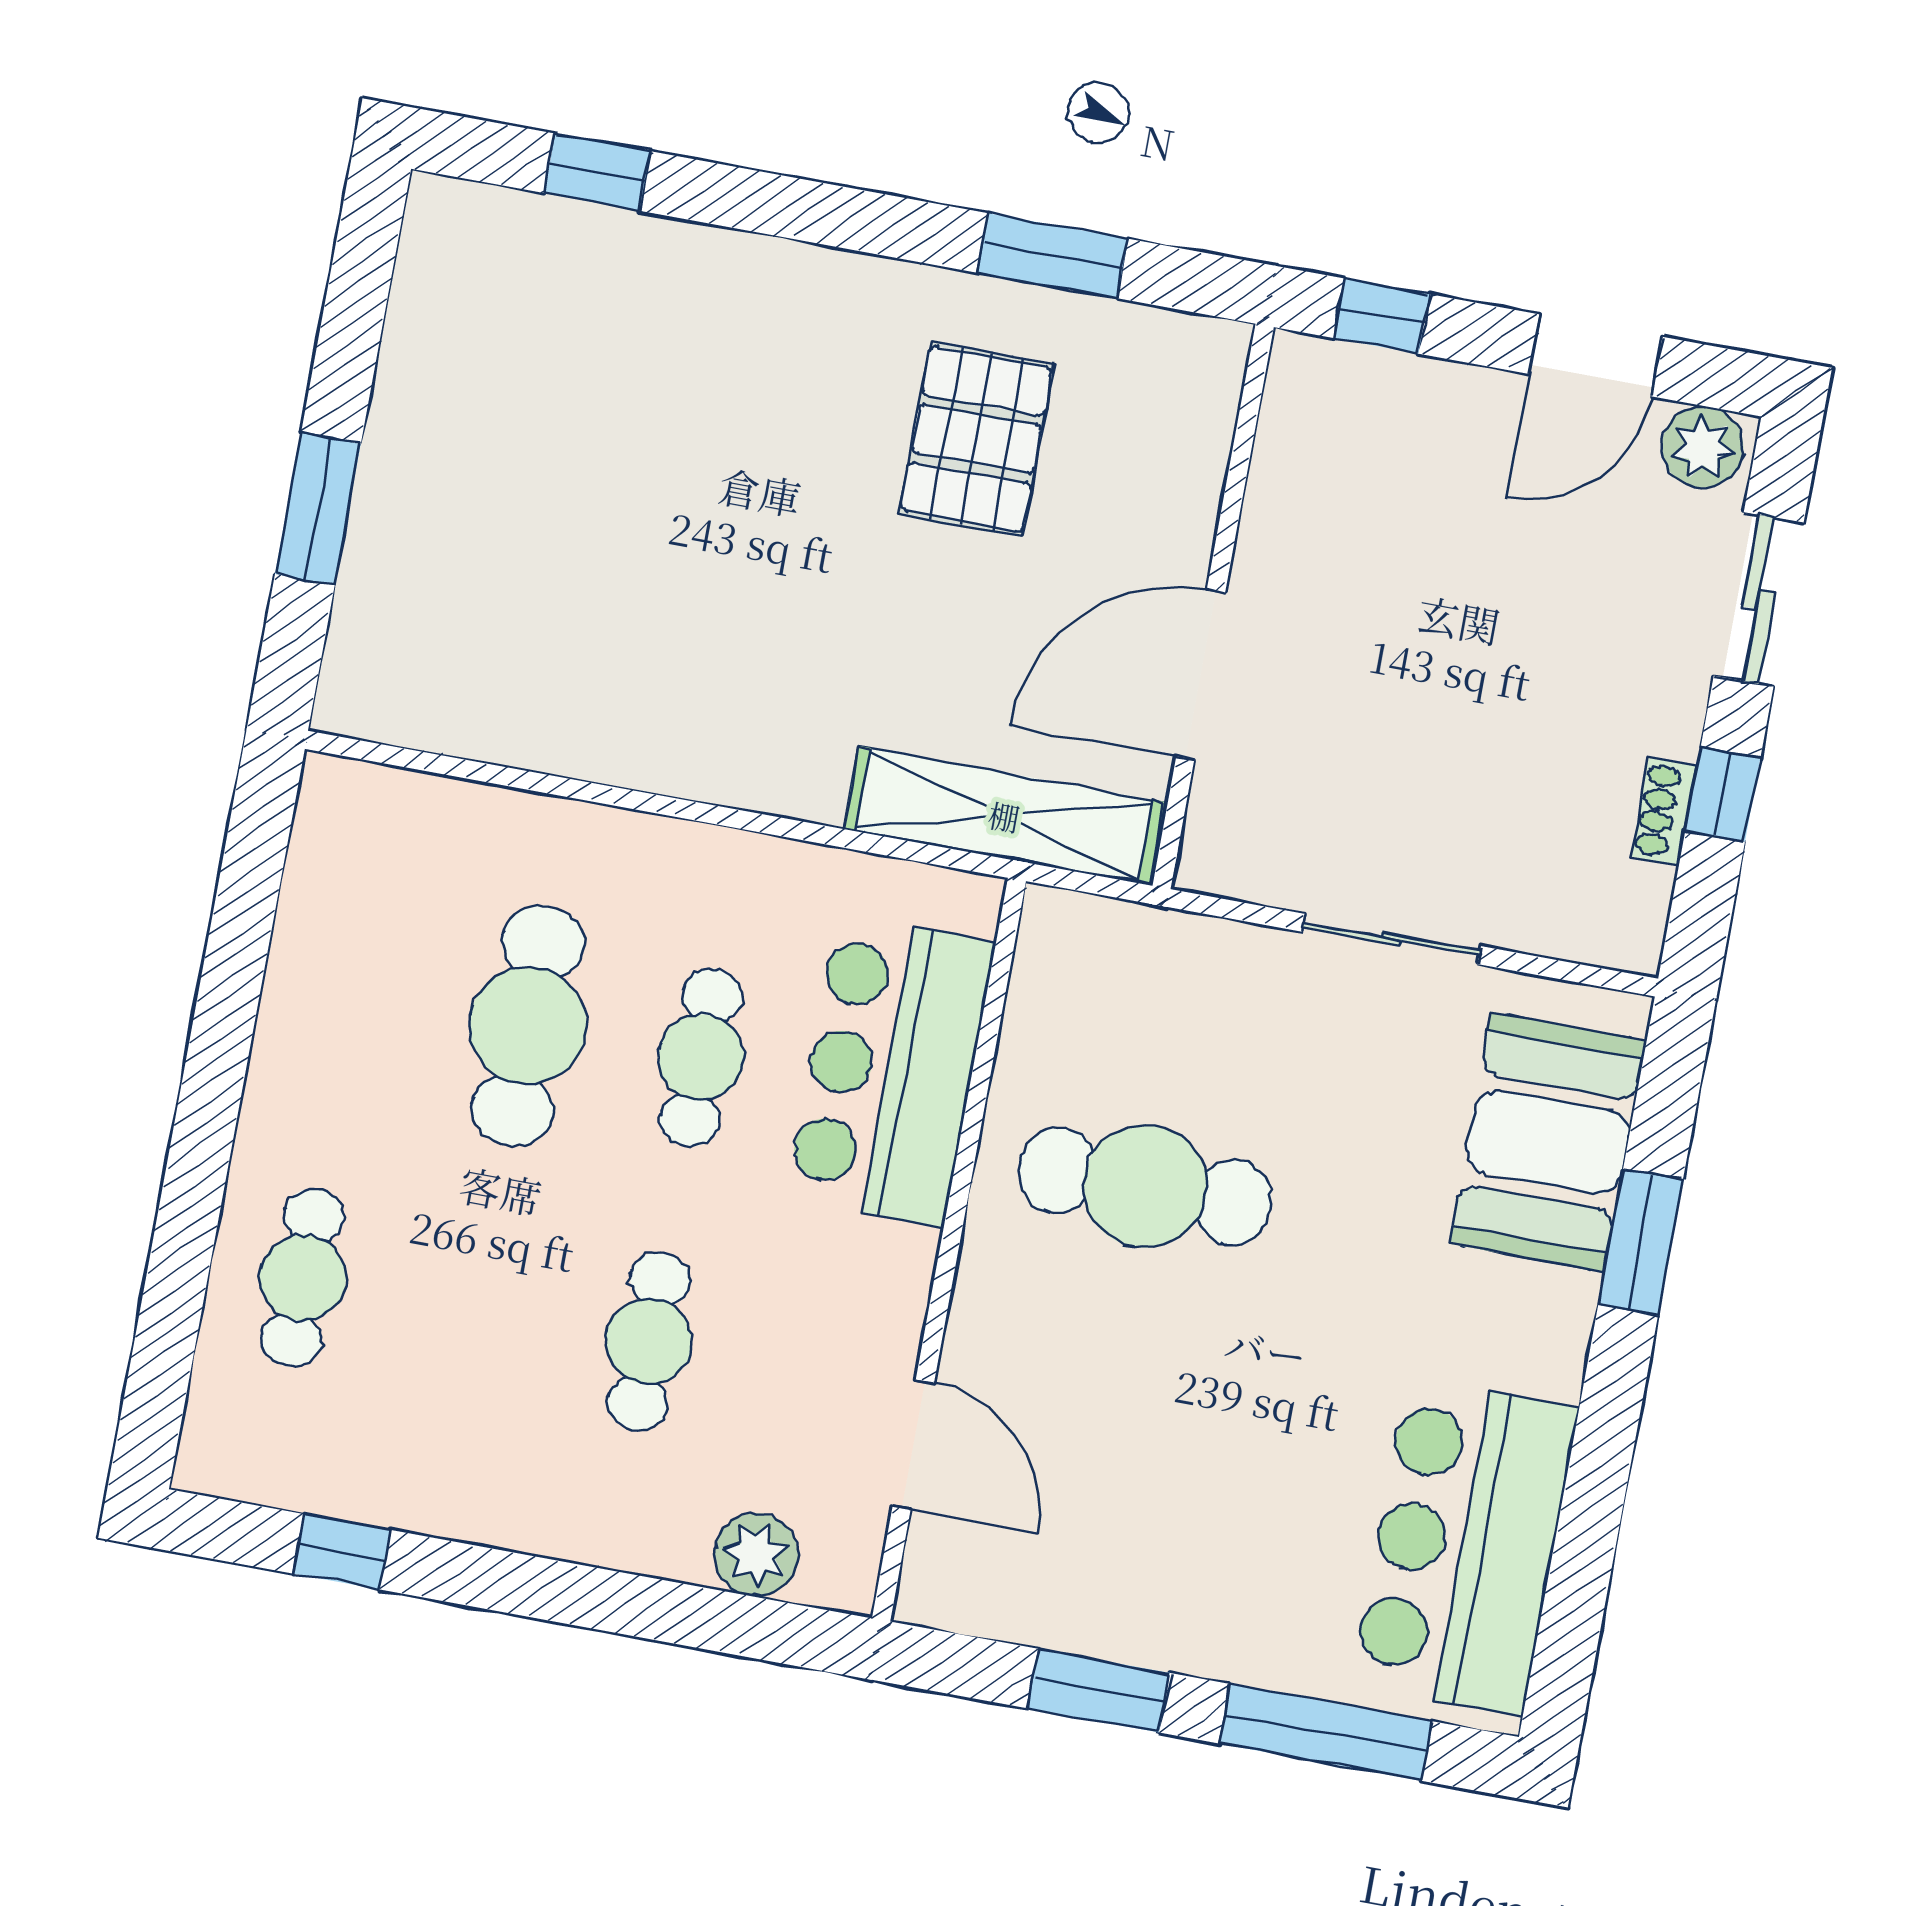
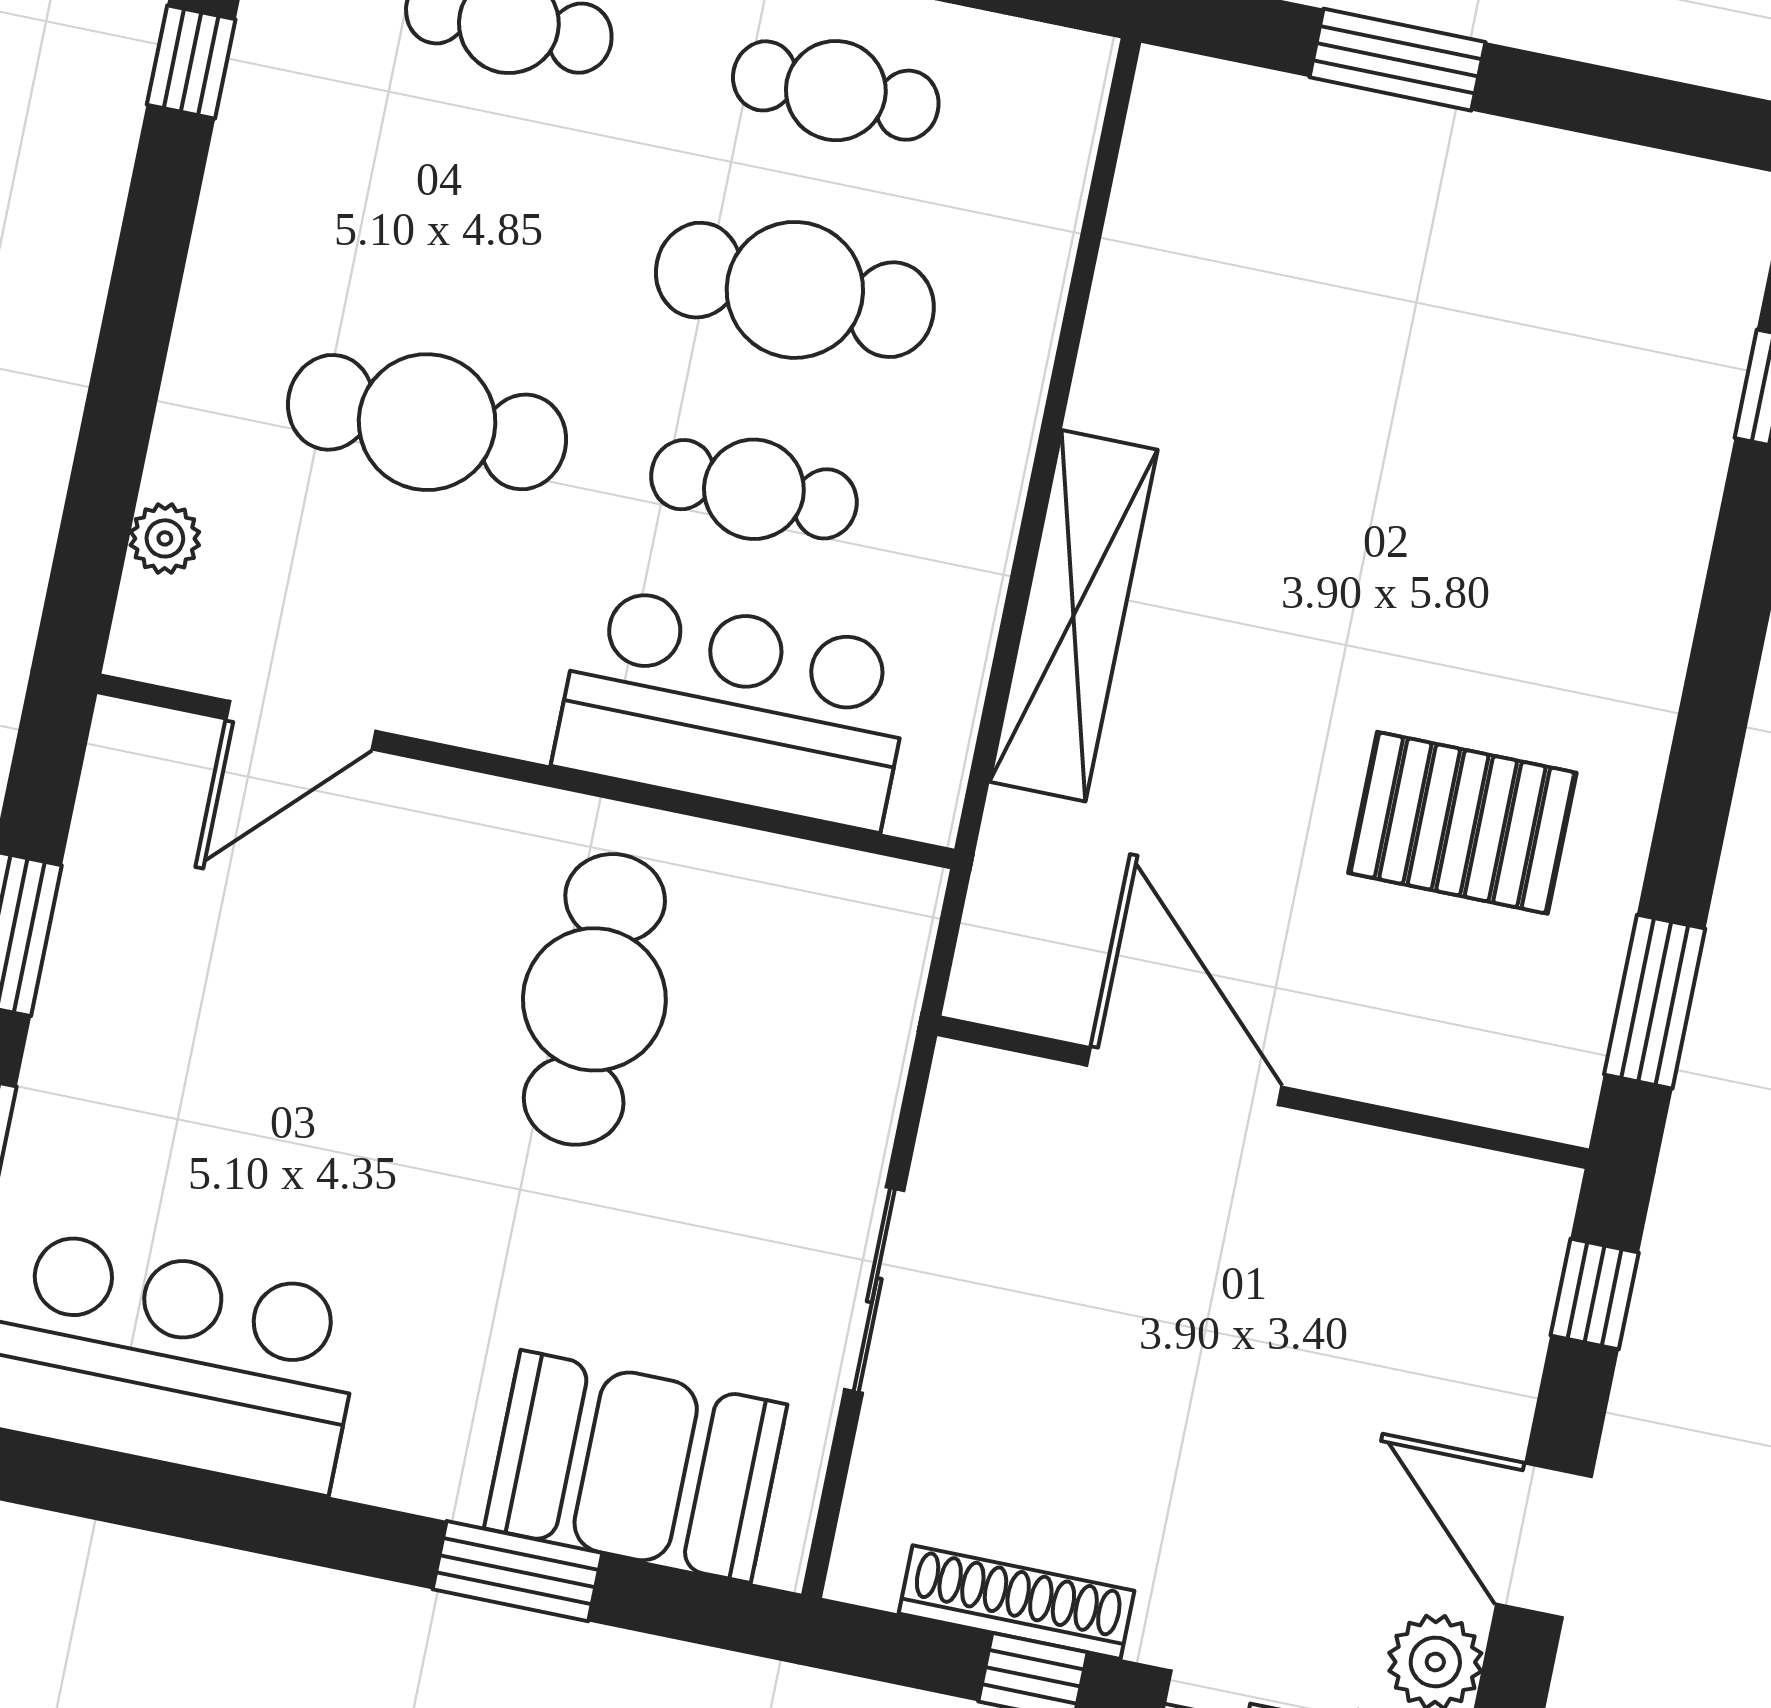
window: (1053, 256) -> (1655, 1002), moved
shoe rack: (1664, 811) -> (1016, 1602), width x1.94, depth x1.24
shelving: (1004, 816) -> (1073, 616), moved
cafe table: (355, 994) -> (836, 91), added
cafe table: (649, 1341) -> (427, 422), width x1.37, depth x1.35
plant: (756, 1555) -> (165, 538), width x0.73, depth x0.73

